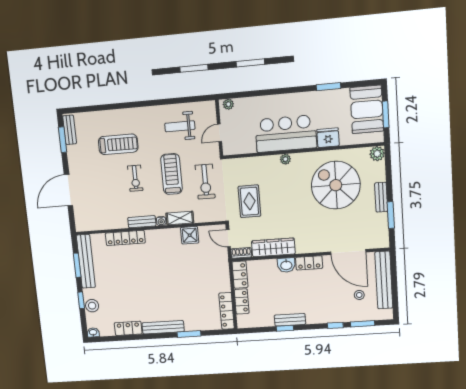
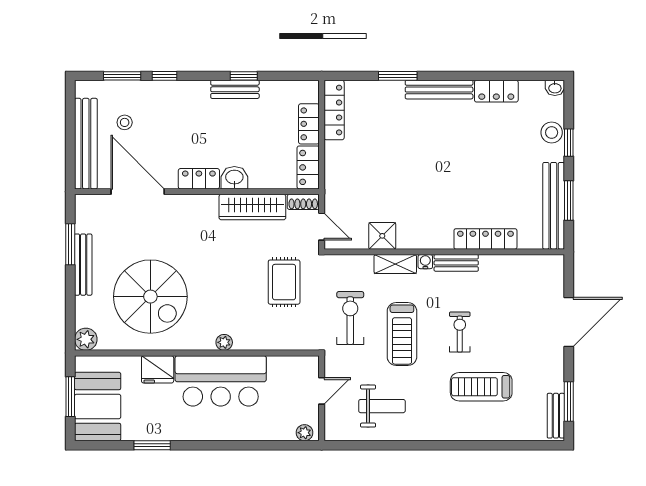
bench: (381, 197) -> (83, 265), width x1.36

